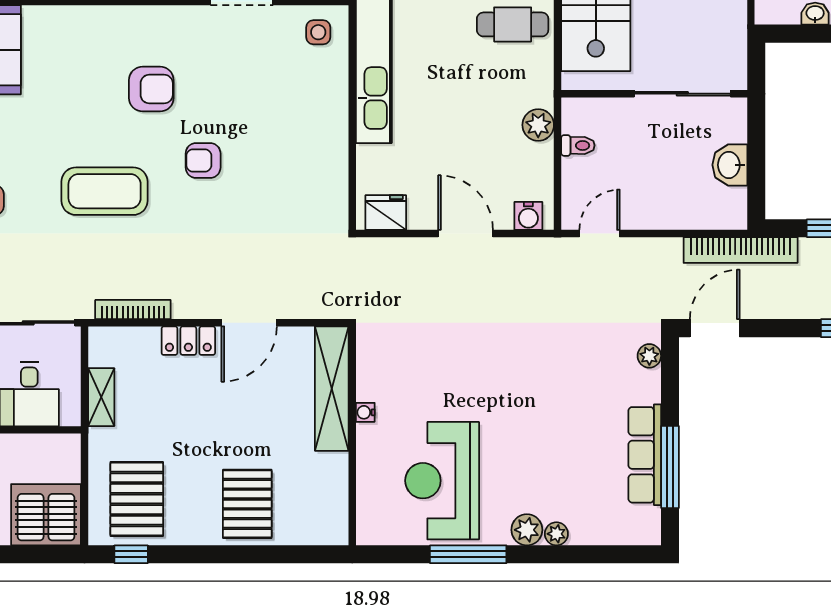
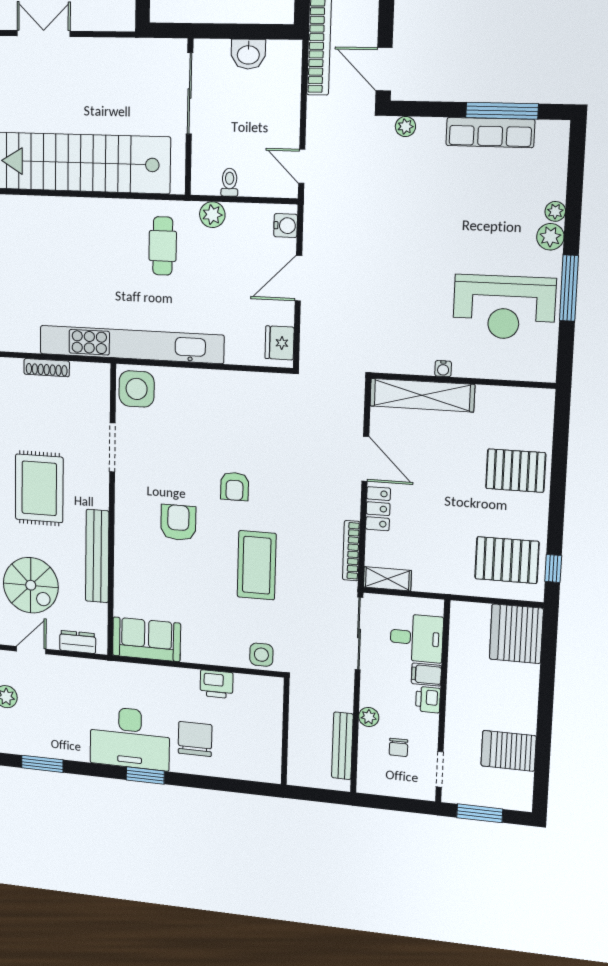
cafe table: (513, 24) -> (163, 246), moved
side table: (318, 32) -> (137, 389), width x1.87, depth x1.87
shelving: (101, 397) -> (387, 579), moved

